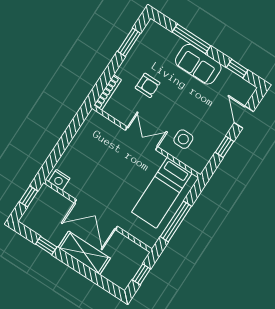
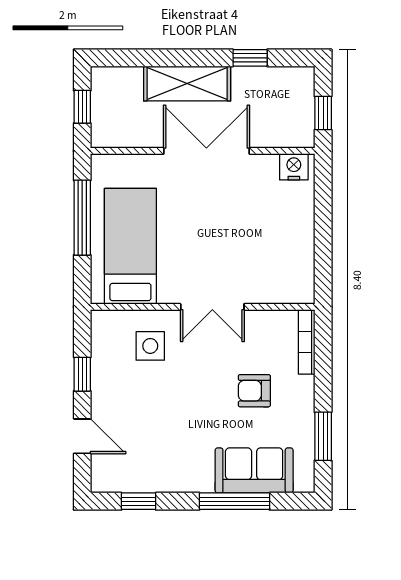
sofa: (198, 64) -> (254, 470), moved

